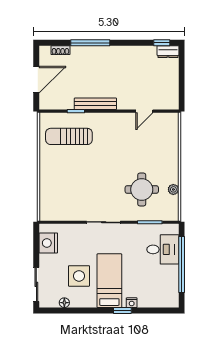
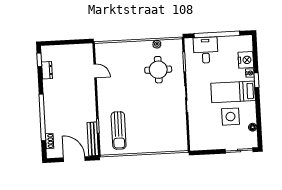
window: (90, 43) -> (42, 117), width x1.46
dresser: (168, 52) -> (47, 70), moved
bench: (95, 104) -> (93, 139), moved
nightstand: (48, 243) -> (246, 60), moved, turned -90

